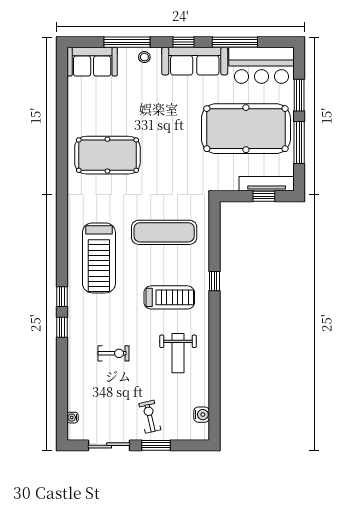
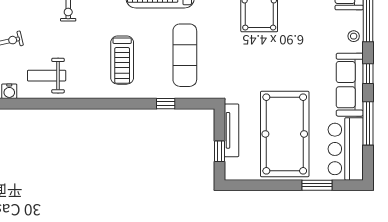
window: (299, 143) -> (271, 185), removed
tv unit: (267, 184) -> (232, 130), moved
window: (214, 281) -> (166, 104), moved
weight bench: (178, 353) -> (47, 76), moved

